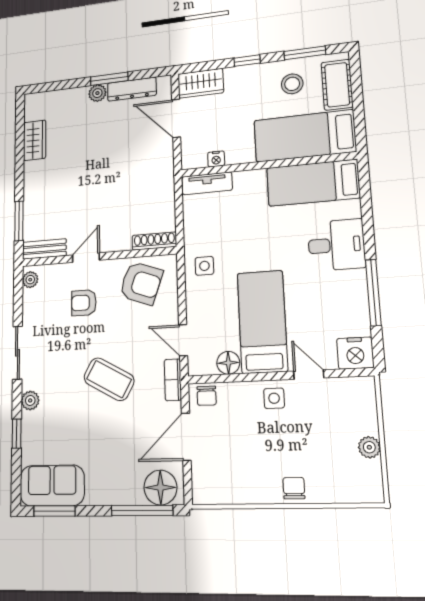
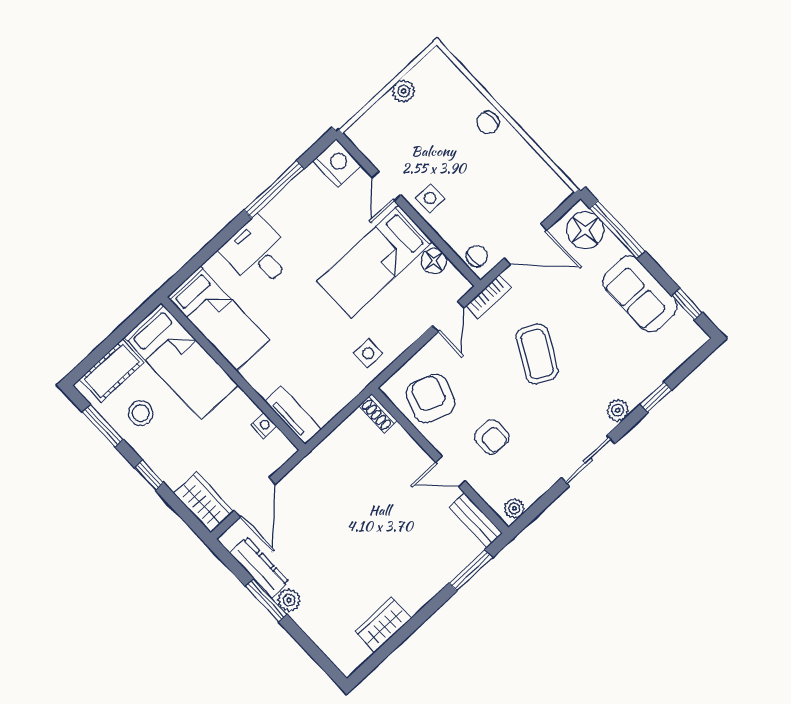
shoe rack: (154, 241) -> (378, 413), width x0.70
sofa: (52, 486) -> (640, 294), moved
window: (54, 511) -> (687, 304), width x0.67

